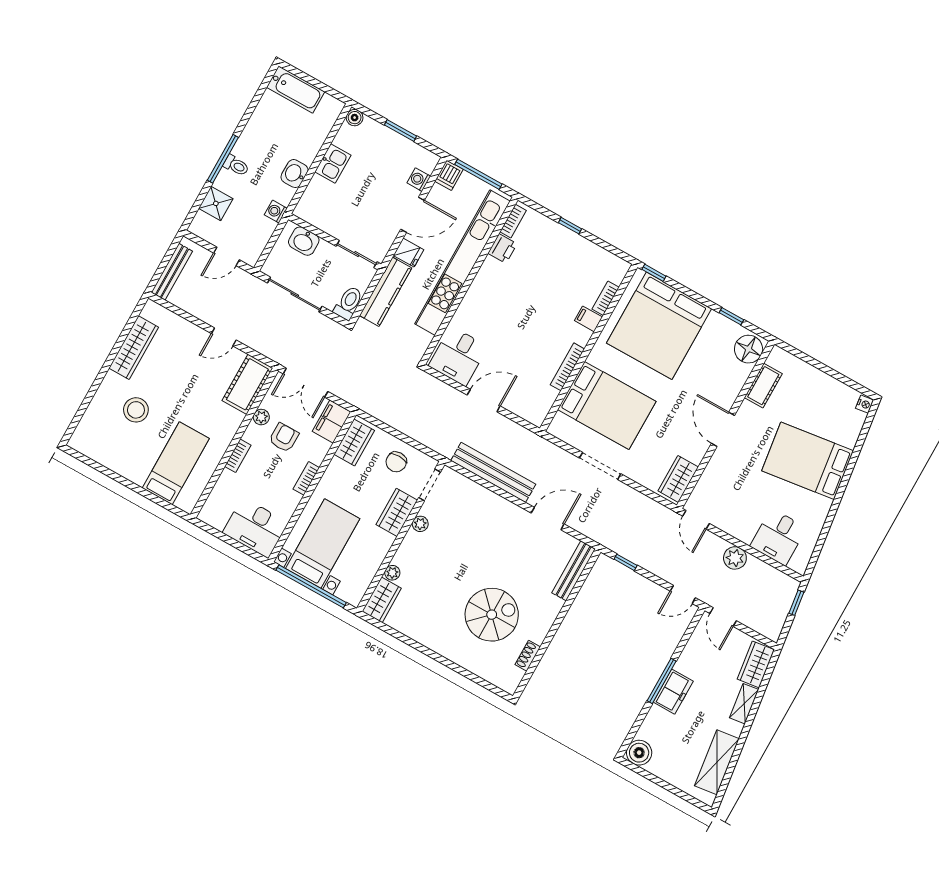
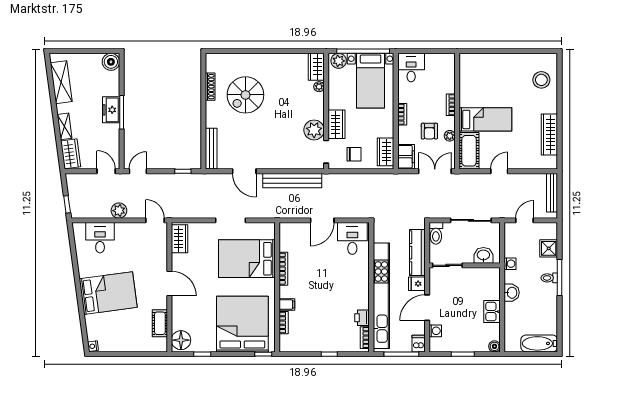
stool: (136, 410) -> (541, 80), moved
chair: (396, 462) -> (354, 154), turned 90
bed: (176, 463) -> (485, 119), moved, turned -90
door: (548, 519) -> (244, 171), hinge flipped
plant: (420, 524) -> (314, 130), width x1.87, depth x1.87
desk: (255, 528) -> (411, 68), width x0.73
plant: (349, 592) -> (339, 61), added
shoe rack: (528, 656) -> (210, 87), width x1.43

